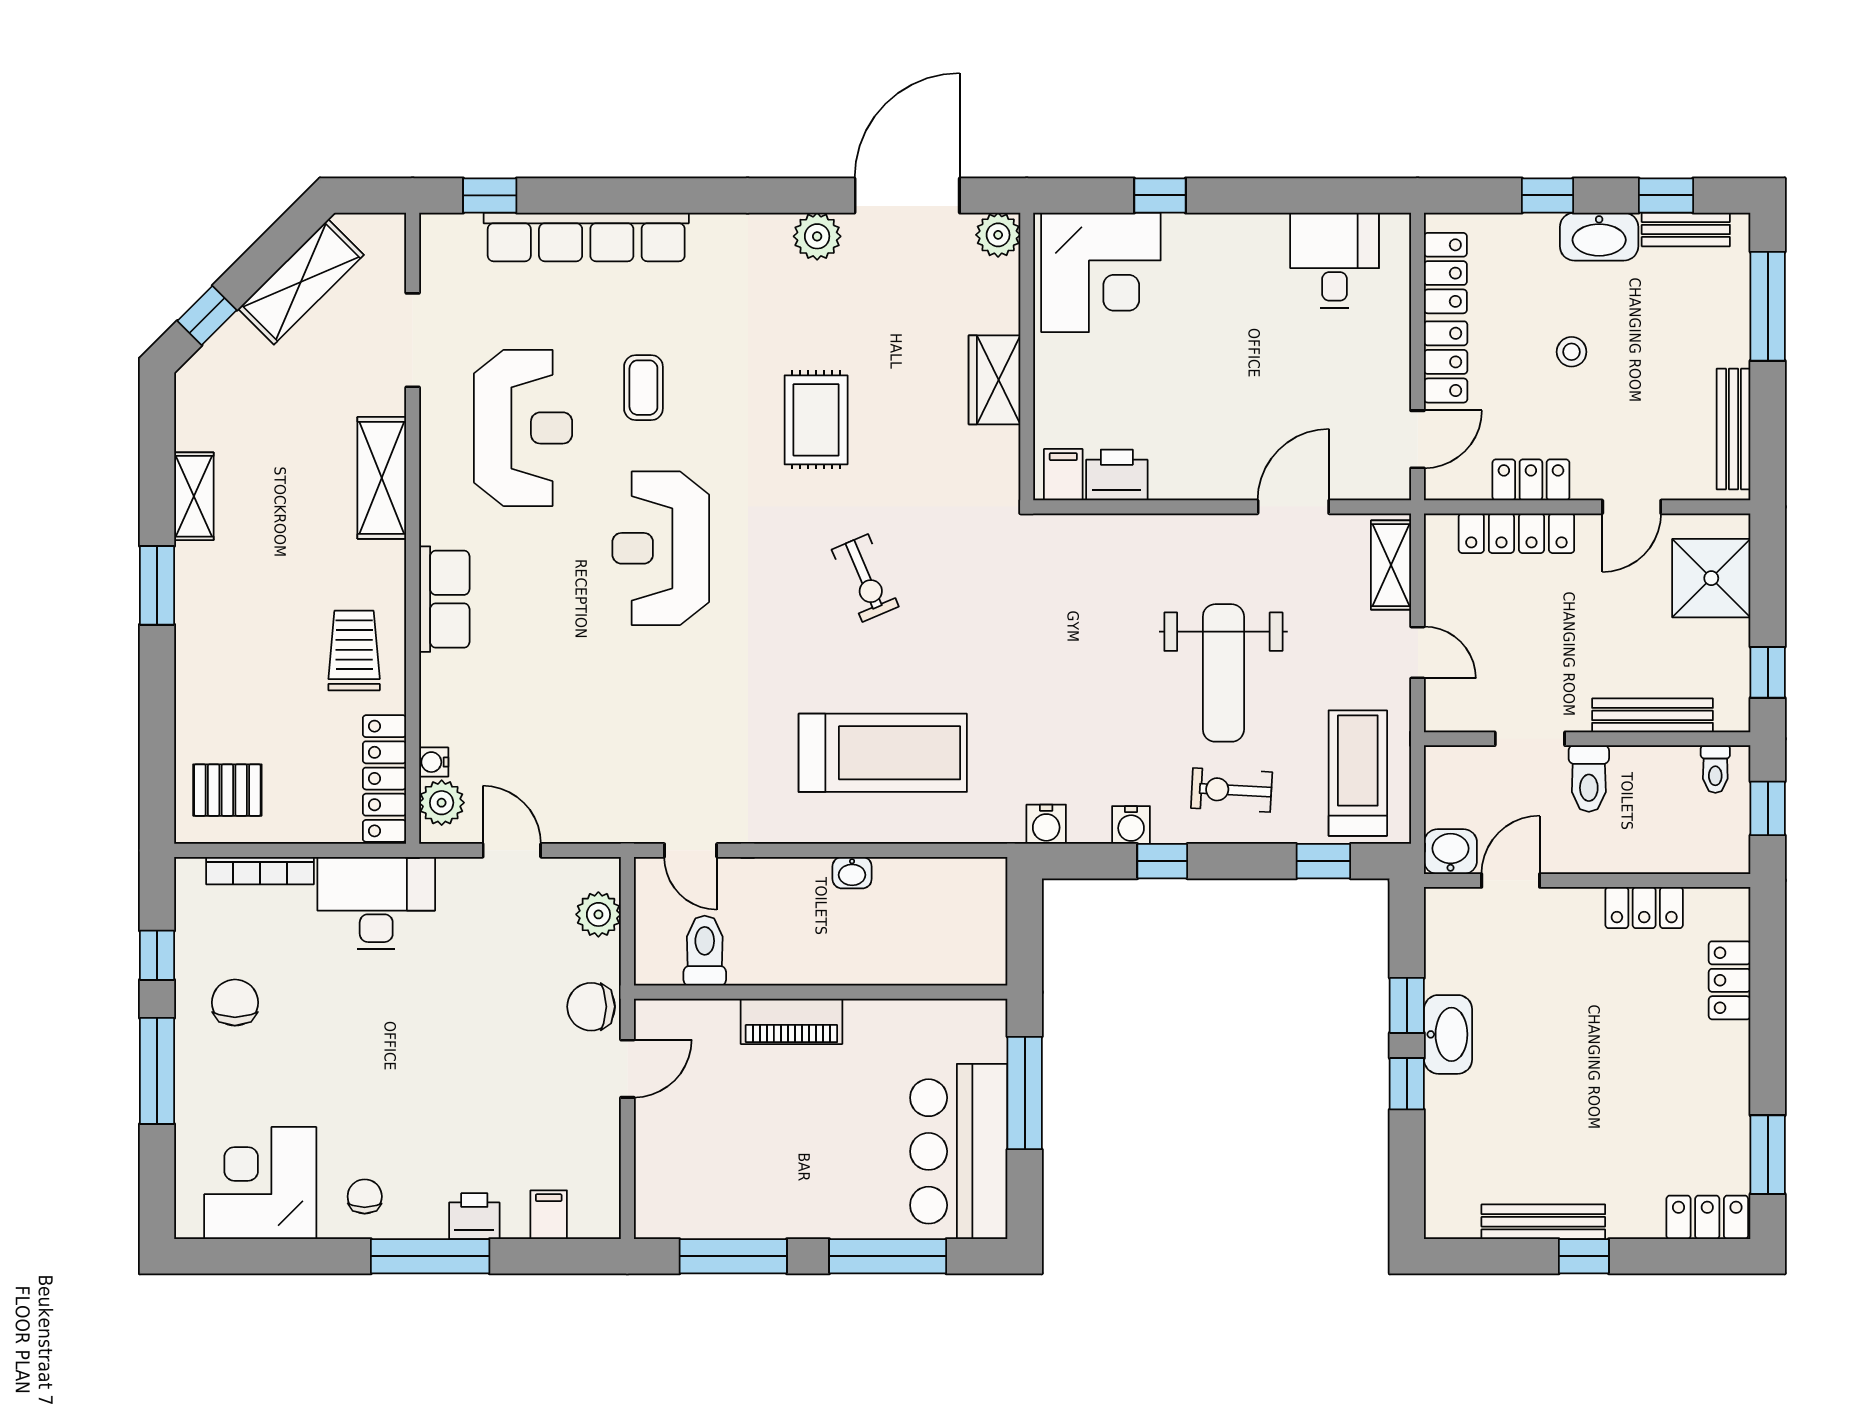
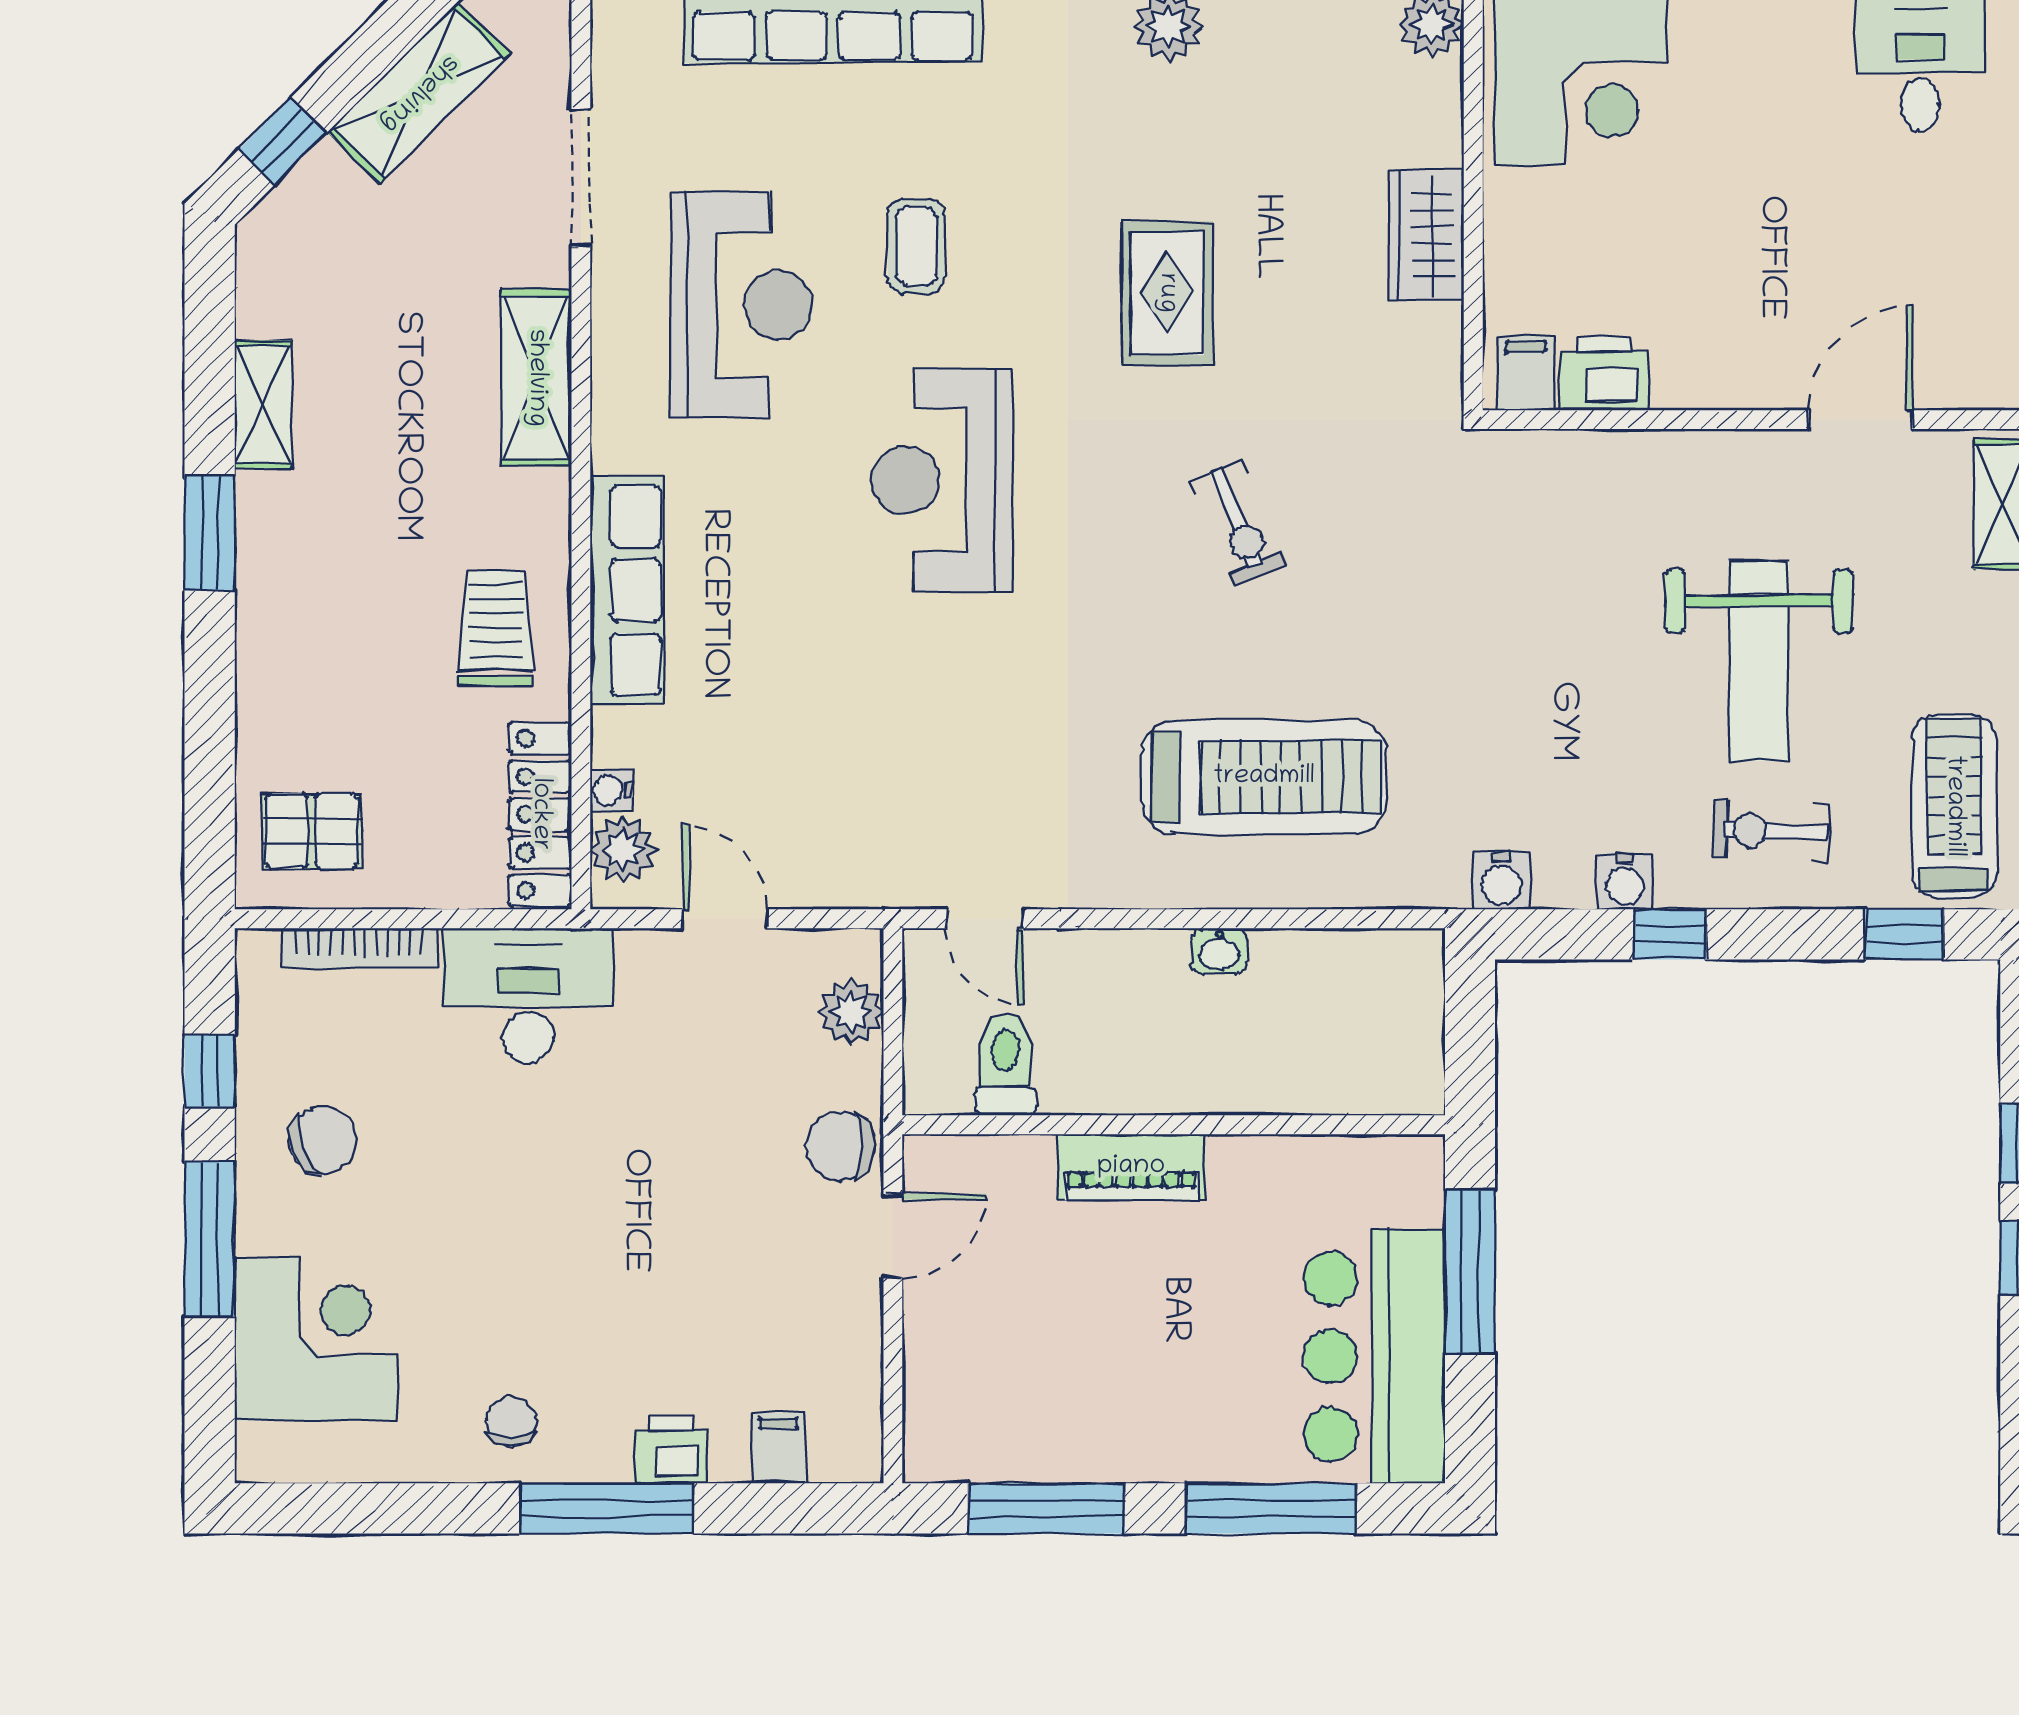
row of seats: (444, 599) -> (627, 590), width x1.48
chair: (235, 1003) -> (323, 1140), turned 69
corner desk: (260, 1183) -> (316, 1339), moved, turned 90

